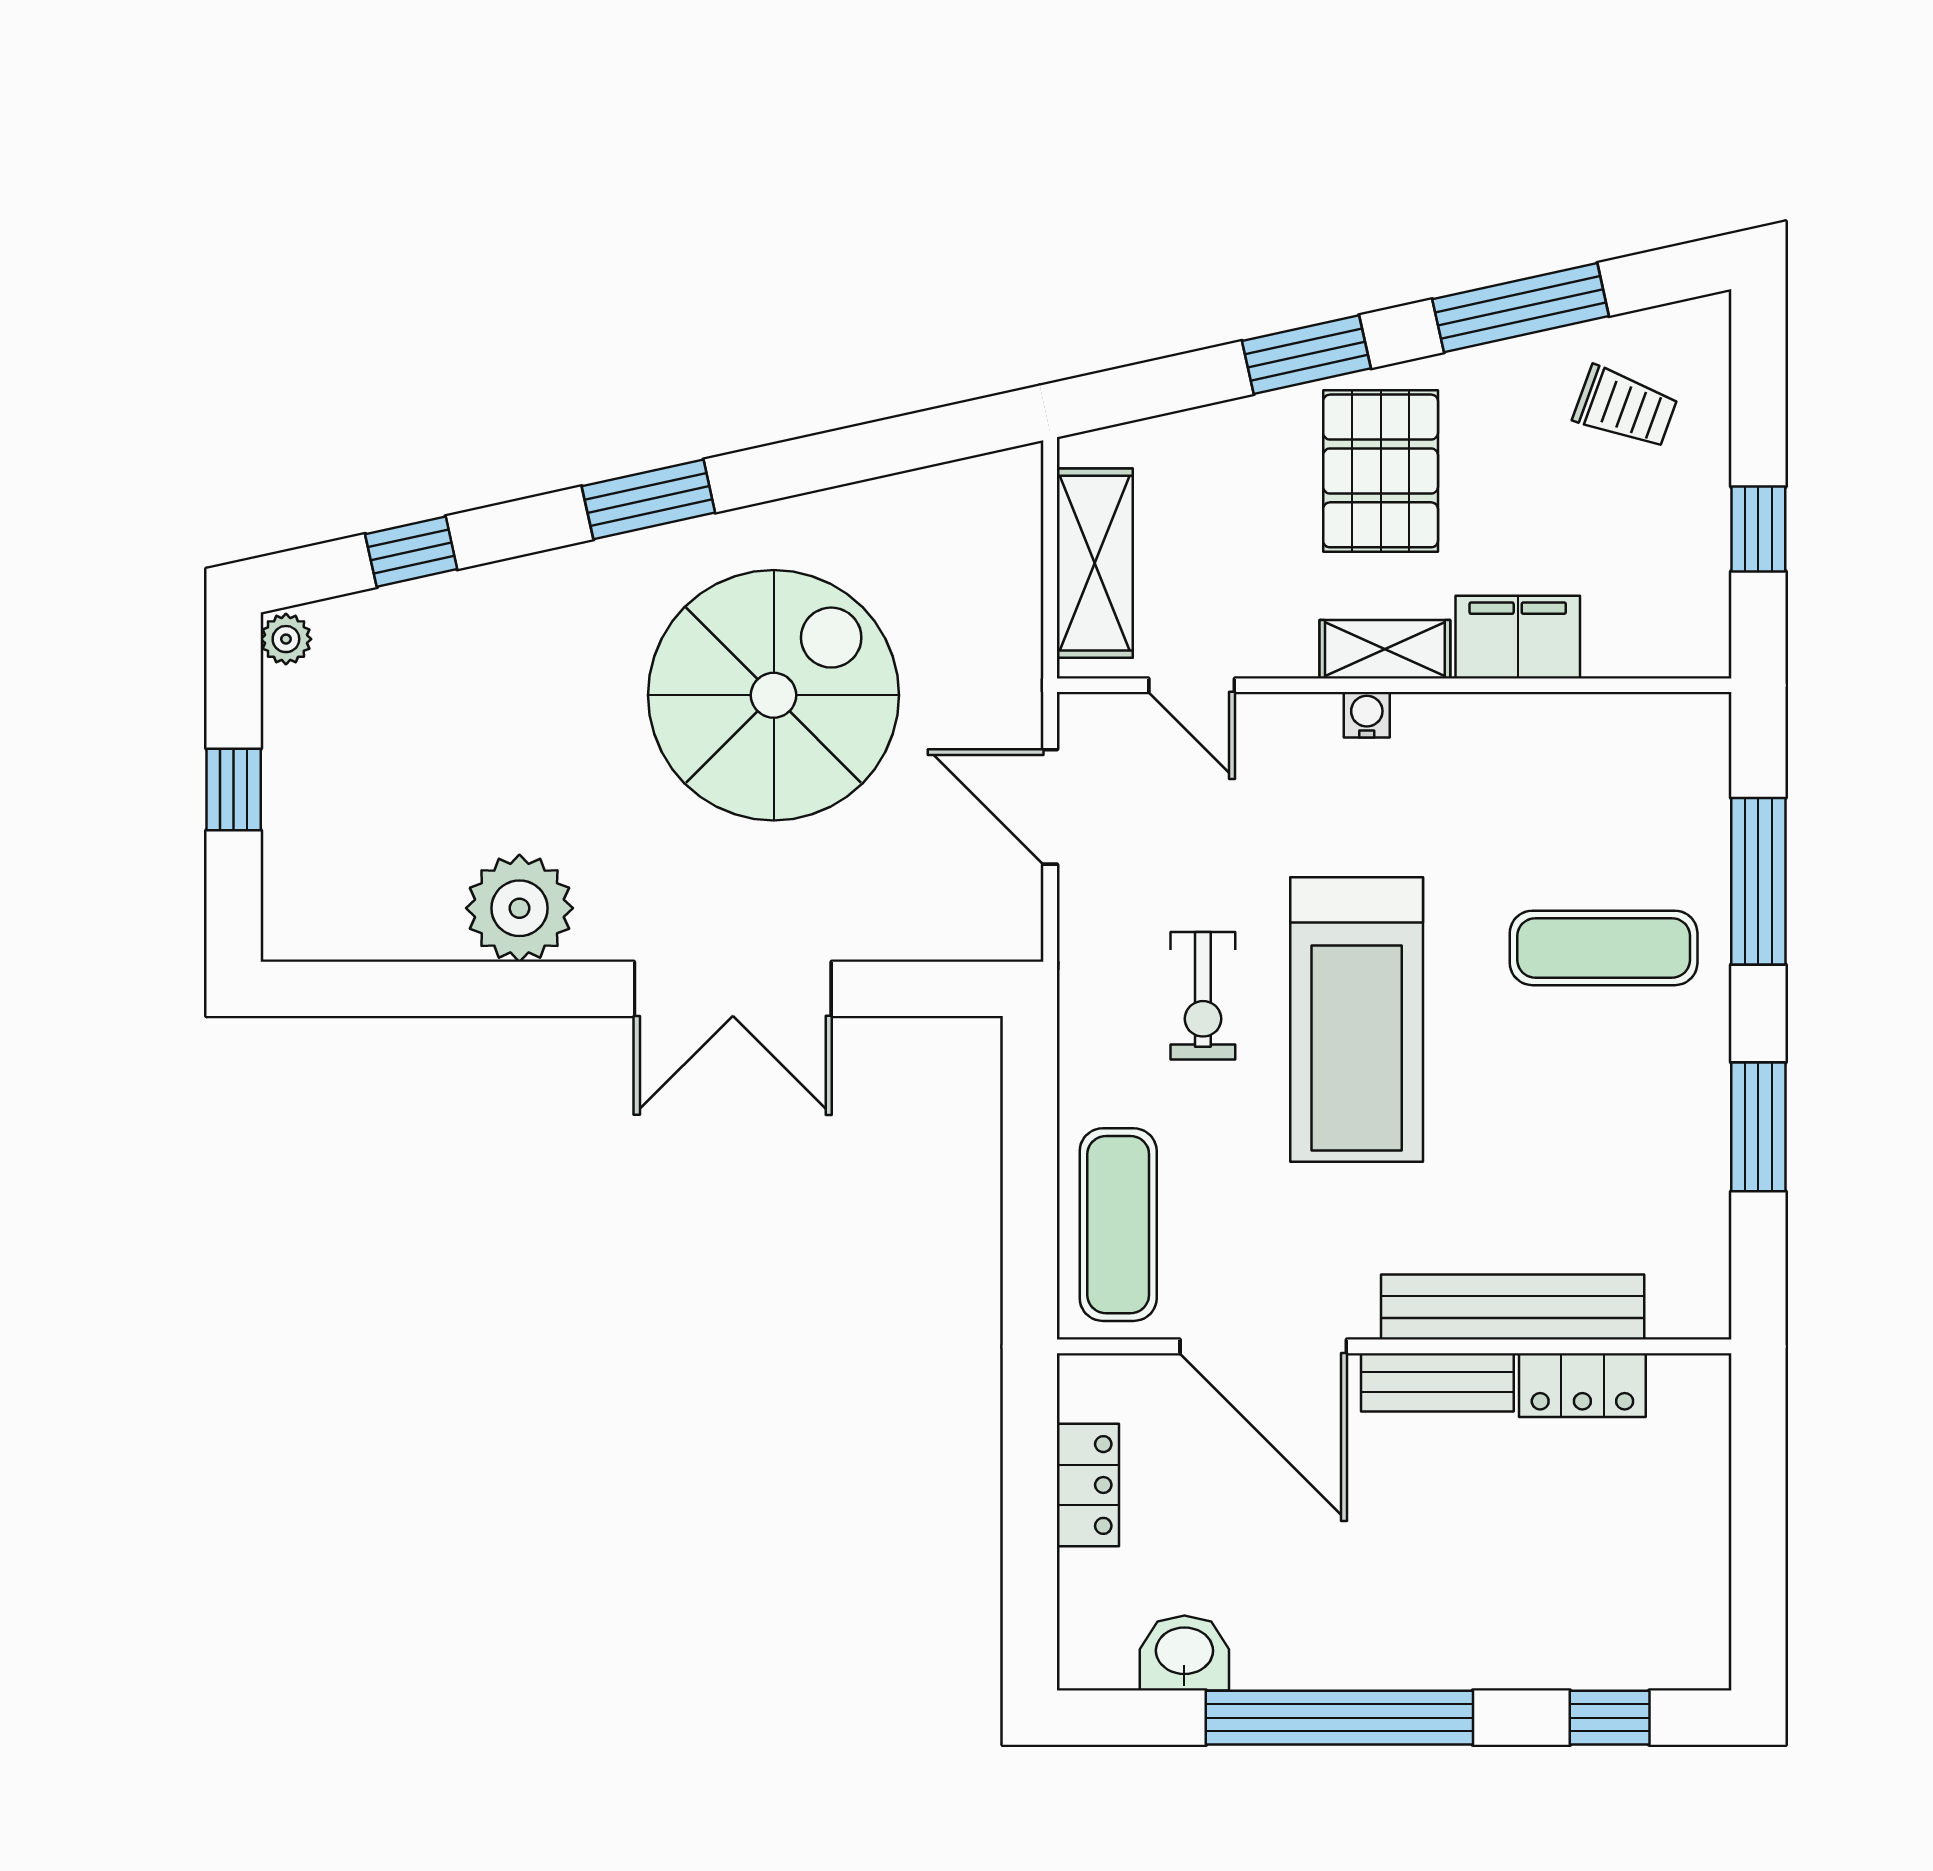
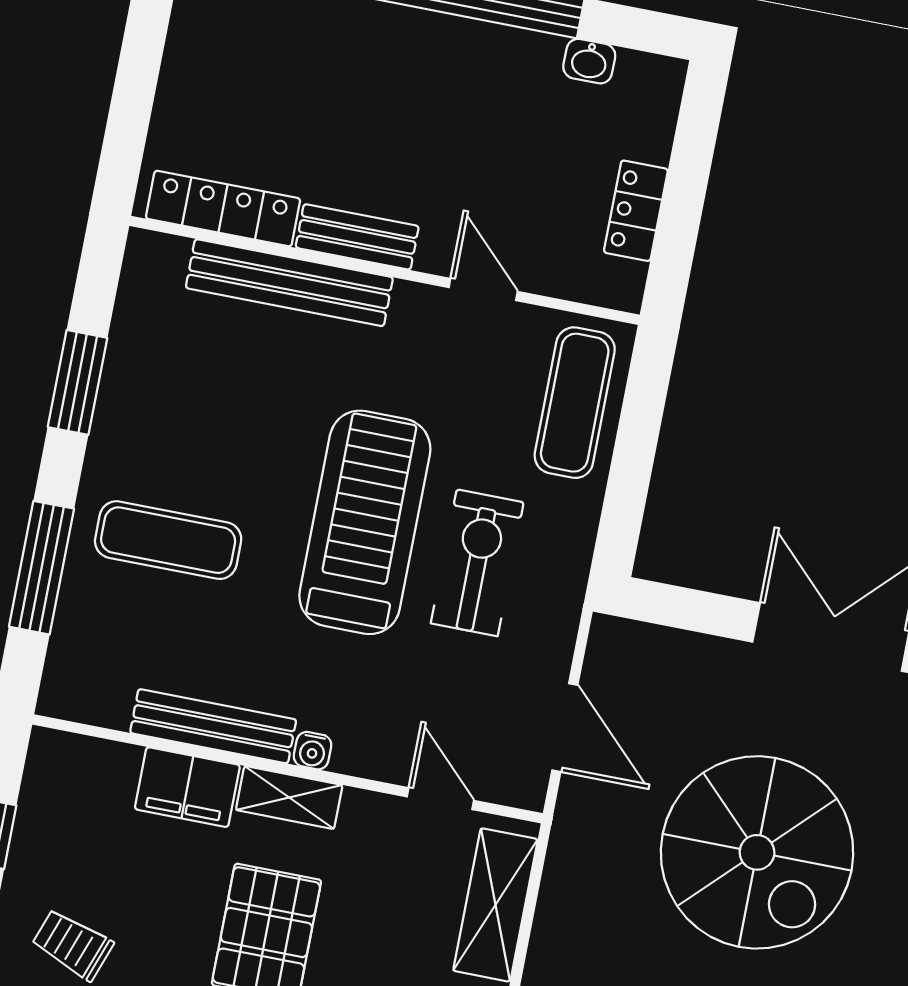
spiral stairs: (774, 695) -> (757, 852), turned -90
bench: (1500, 721) -> (213, 726), added
exercise bike: (1203, 996) -> (477, 563), width x1.38, depth x1.39
door: (1263, 1346) -> (483, 289), width x0.53
locker: (1582, 1385) -> (223, 209), width x1.53
washbasin: (1184, 1653) -> (589, 61), width x0.72, depth x0.69

